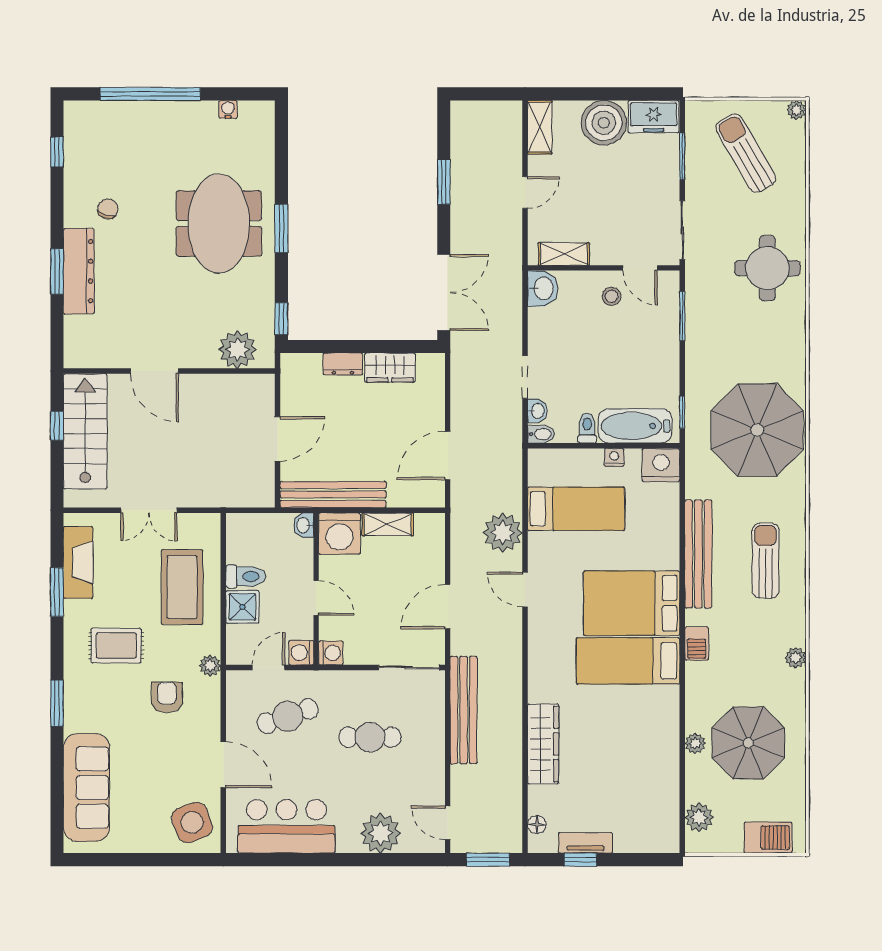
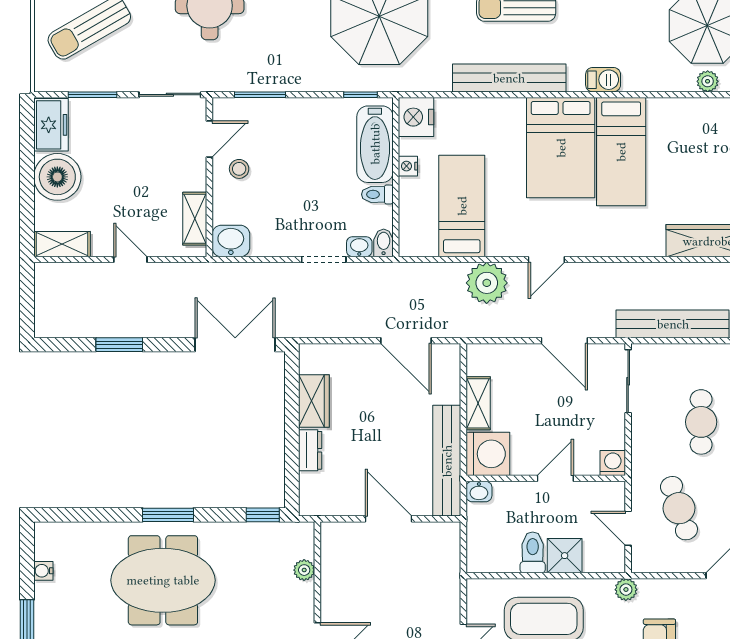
plant: (237, 350) -> (304, 570), width x0.53, depth x0.53
washing machine: (301, 653) -> (613, 494), removed

